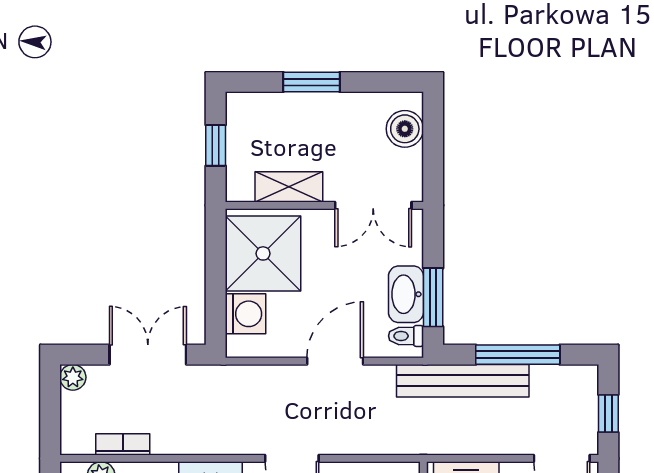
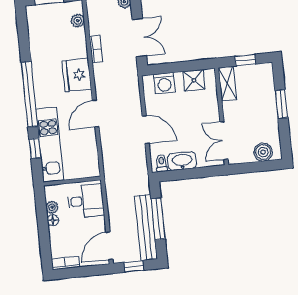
shelving: (289, 187) -> (227, 84), moved
shower: (263, 253) -> (194, 80), width x0.54, depth x0.54
window: (433, 297) -> (182, 174), removed
bench: (463, 381) -> (146, 227), moved
bookcase: (123, 444) -> (96, 49), moved

